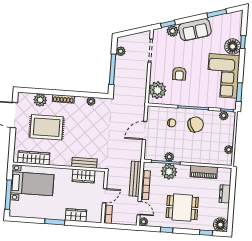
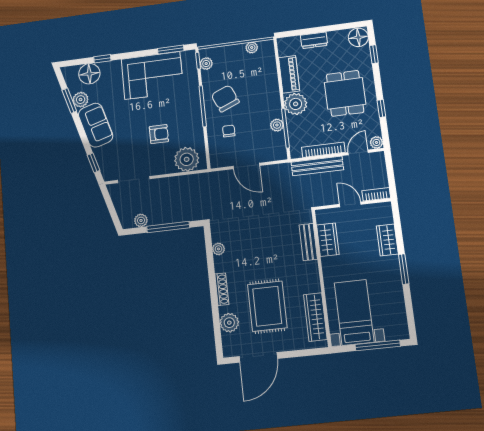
plant: (173, 31) -> (81, 100), moved
floor lamp: (233, 46) -> (89, 74), moved
plant: (169, 172) -> (296, 104), moved

